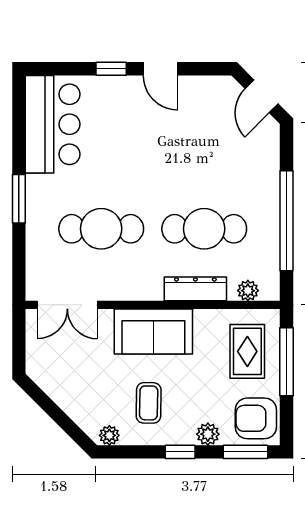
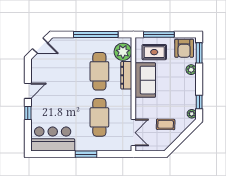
plant: (248, 291) -> (123, 52), width x1.87, depth x1.87
sofa: (153, 331) -> (145, 80), moved
coffee table: (149, 403) -> (166, 124), moved
window: (180, 452) -> (199, 102), moved

